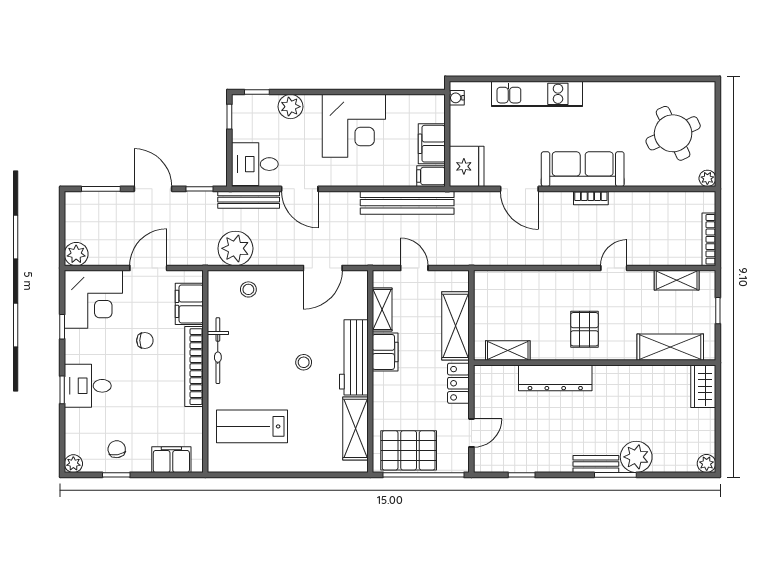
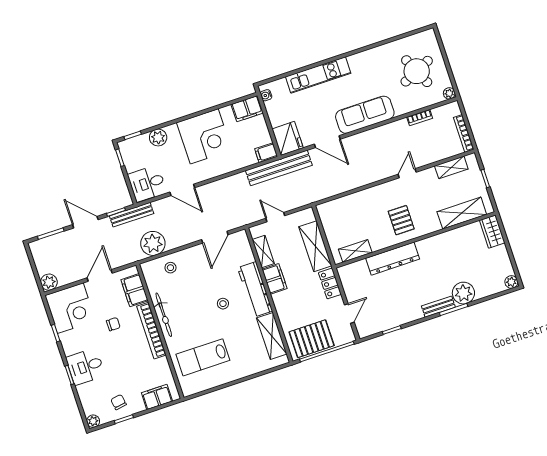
filing cabinet: (432, 144) -> (247, 109), moved, turned -90
bookcase: (591, 198) -> (420, 118), moved
bench: (249, 200) -> (132, 215), moved
bench: (407, 203) -> (279, 168), moved

